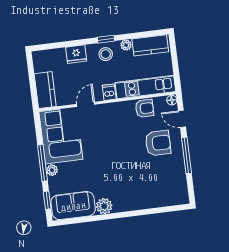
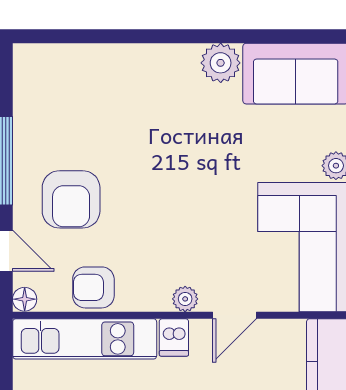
plant: (107, 108) -> (185, 299), added
armchair: (158, 143) -> (71, 199), turned -90

